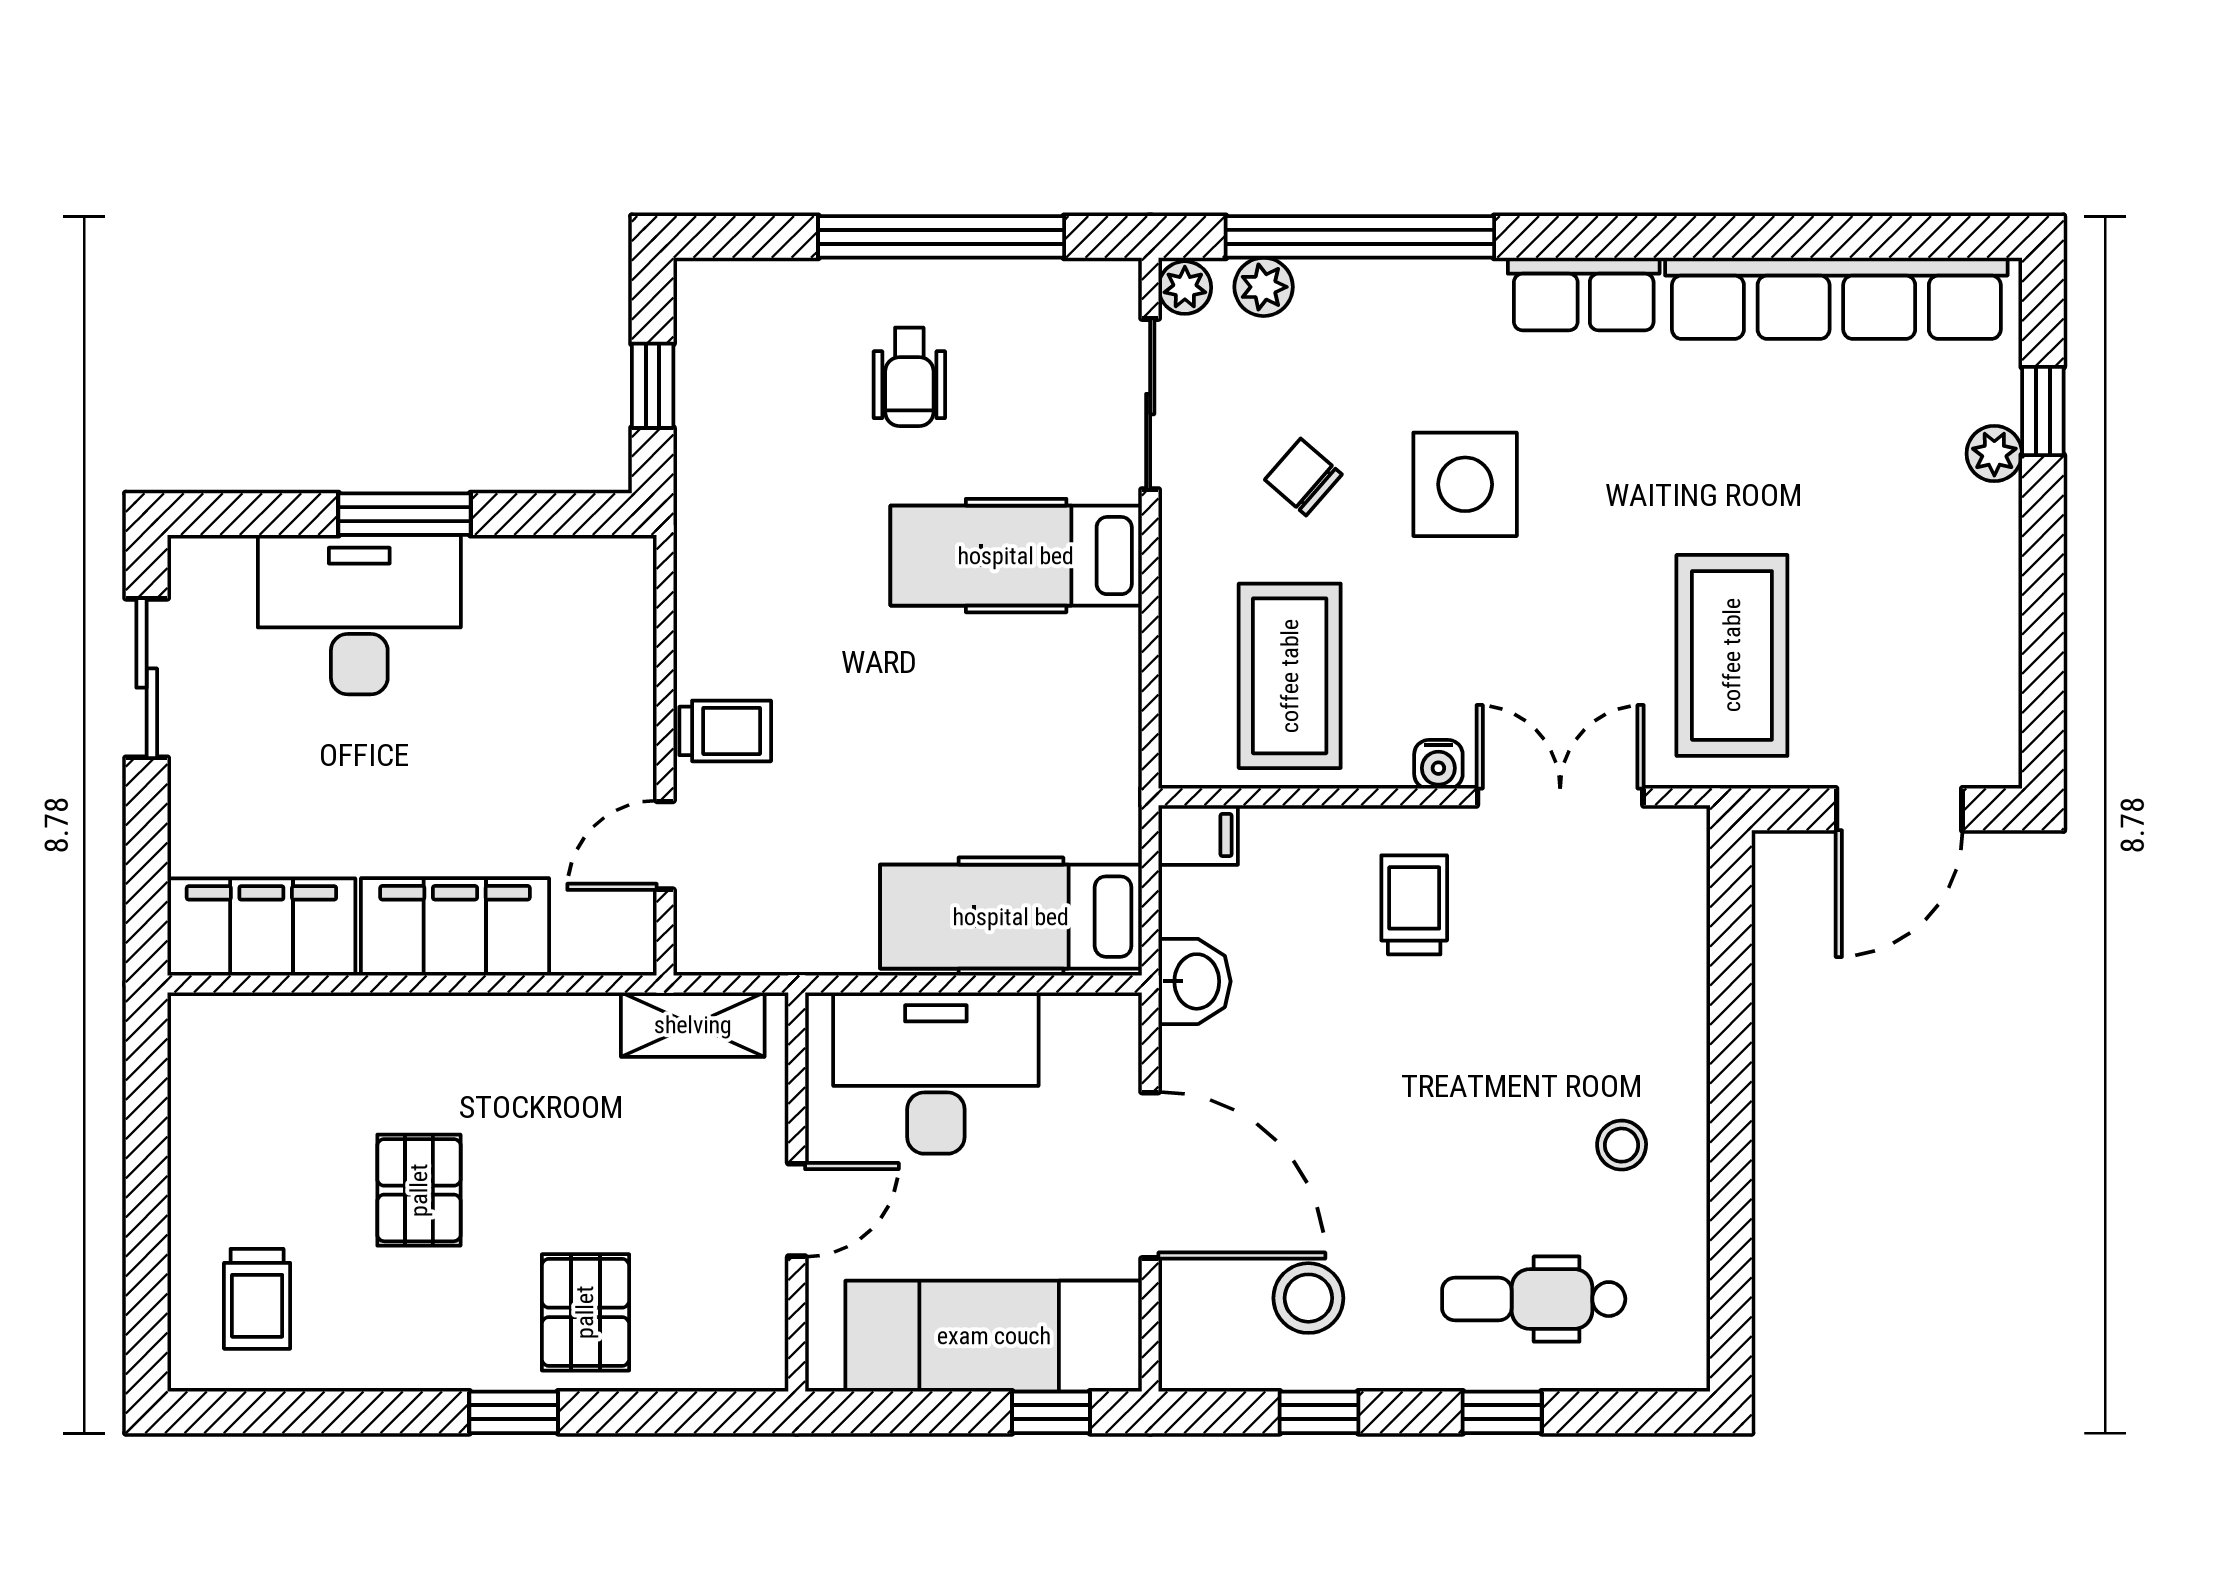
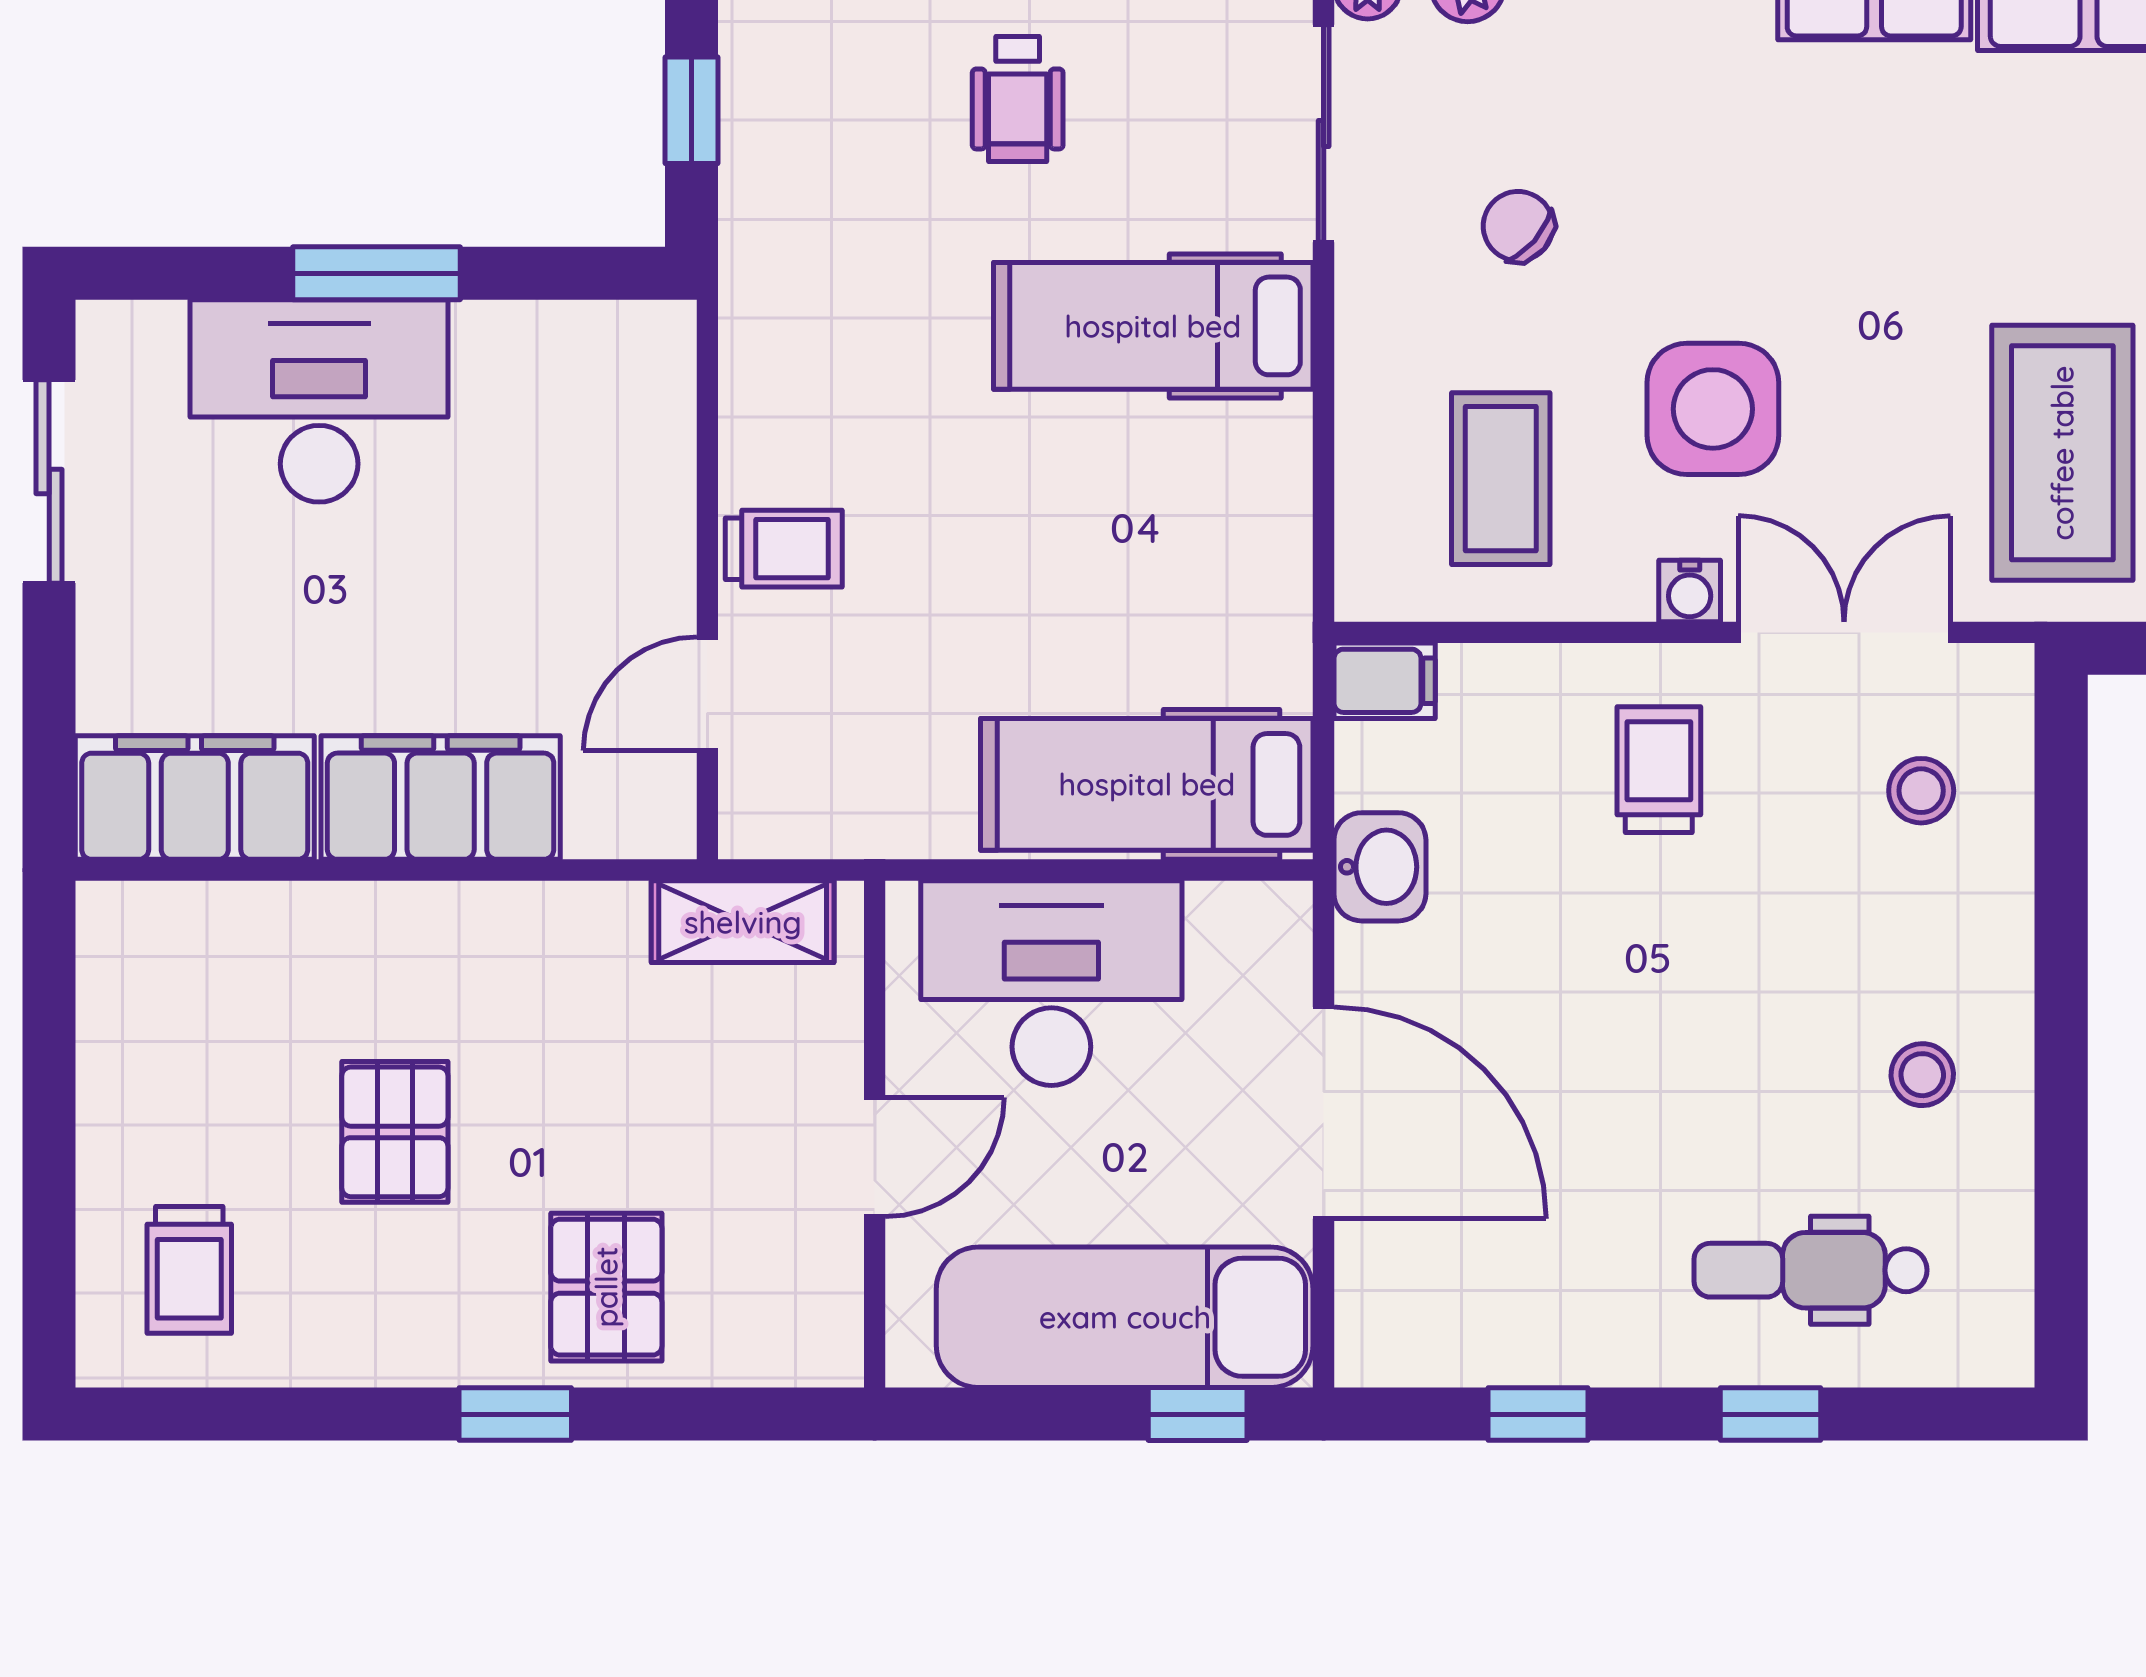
side table: (1465, 484) -> (1713, 409), moved
coffee table: (1290, 676) -> (1501, 479), width x0.73, depth x0.76
stool: (1308, 1298) -> (1921, 791), moved, width x0.73, depth x0.73

